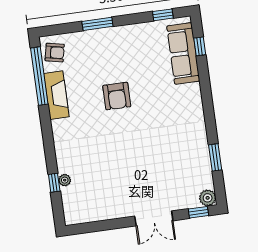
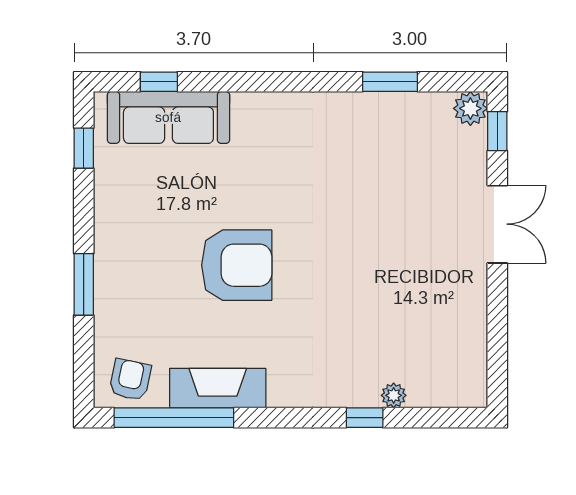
armchair: (117, 96) -> (237, 265), width x1.36, depth x1.36
window: (54, 183) -> (365, 418), moved

